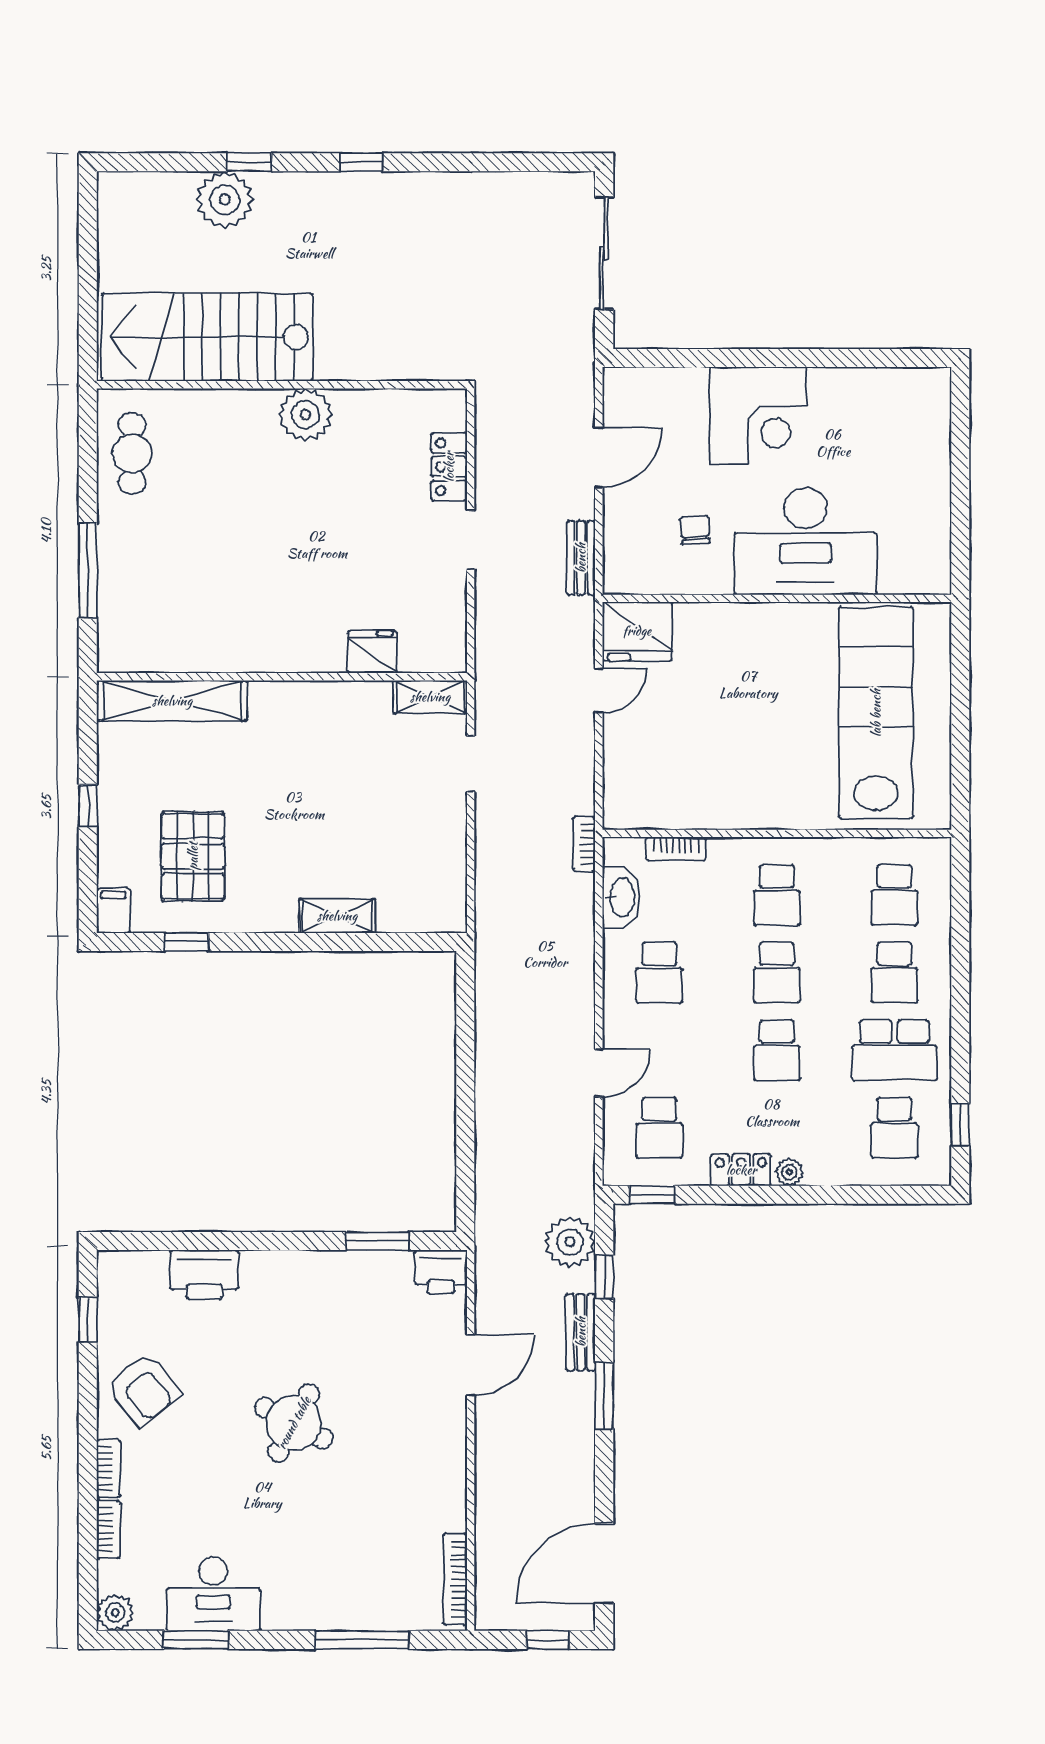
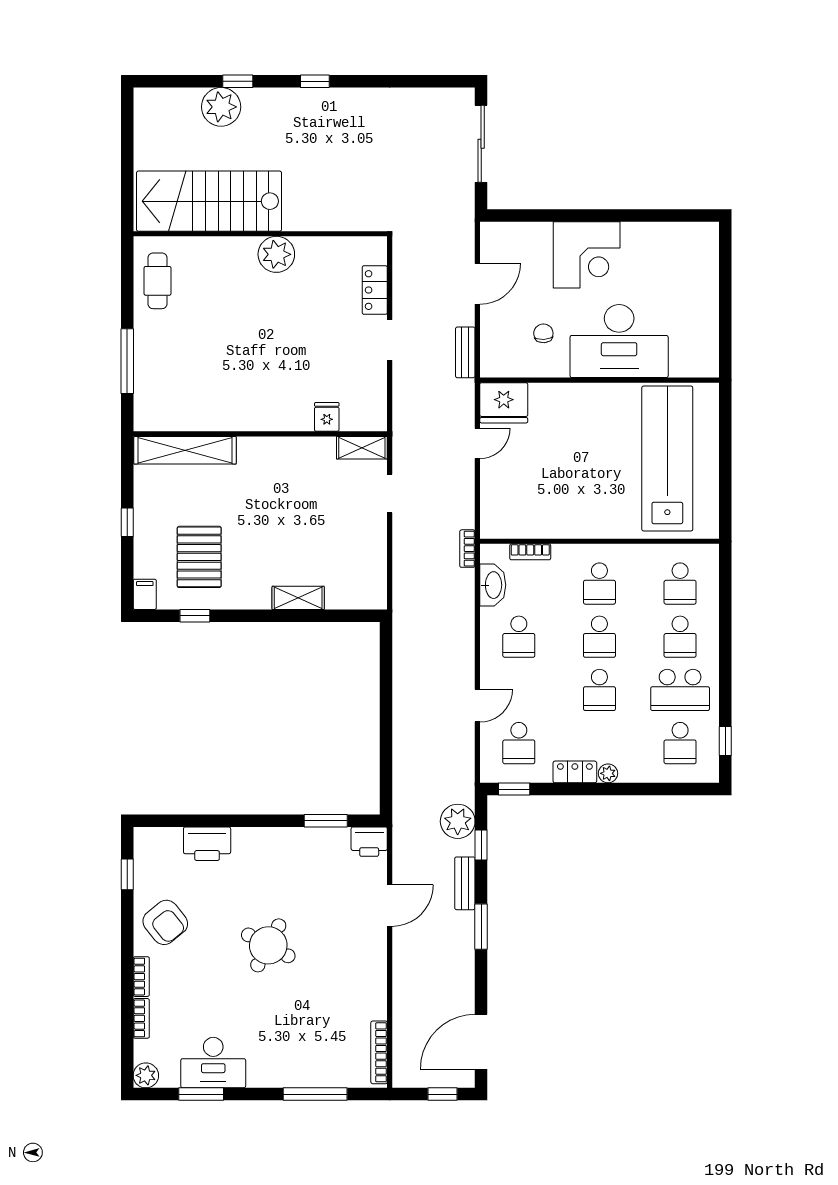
fridge: (372, 652) -> (327, 417), width x0.72

